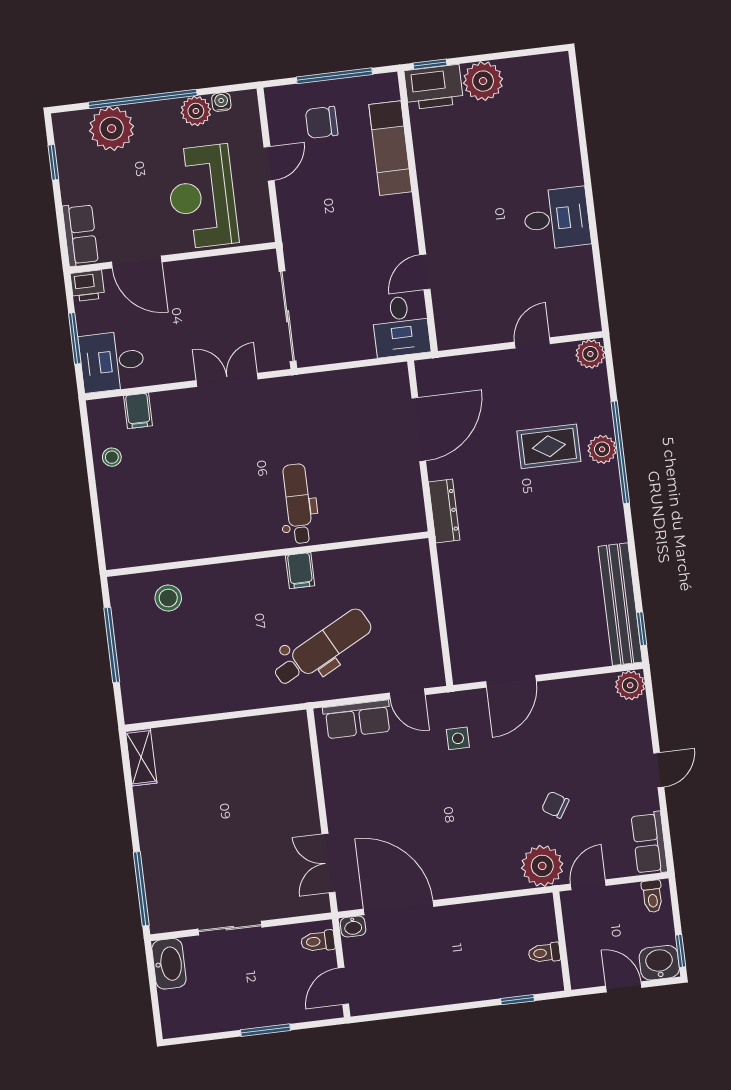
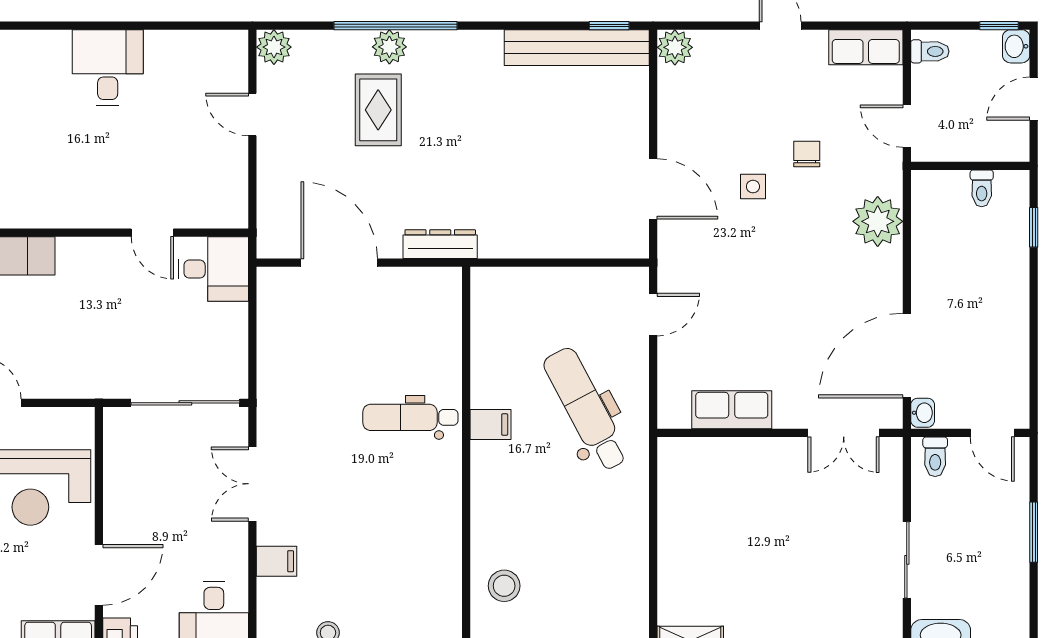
filing cabinet: (138, 411) -> (277, 561), moved
row of seats: (357, 719) -> (732, 410), moved, turned -90
side table: (458, 738) -> (753, 187), moved
chair: (555, 805) -> (807, 154), turned 148
plant: (542, 866) -> (878, 221), moved
washbasin: (659, 963) -> (1016, 46), width x0.72, depth x0.69

